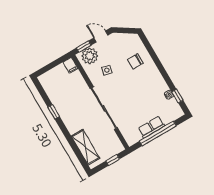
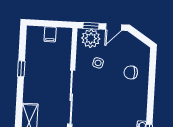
door: (101, 36) -> (114, 27), swing flipped
filing cabinet: (70, 65) -> (50, 34), moved

